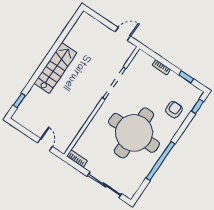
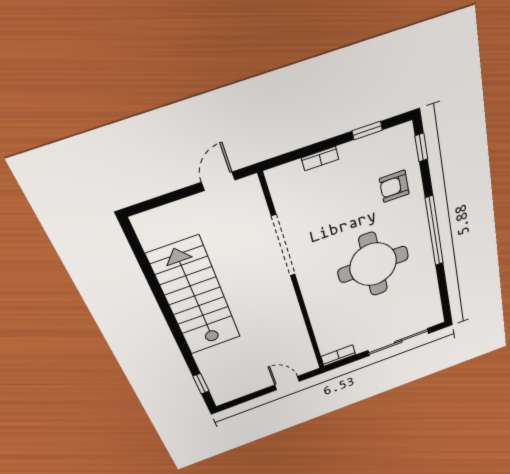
stairs: (55, 68) -> (195, 297), width x1.36, depth x1.51
armchair: (174, 110) -> (394, 186), turned -90
round table: (134, 133) -> (373, 264), width x0.73, depth x0.73
window: (160, 161) -> (434, 231), moved

